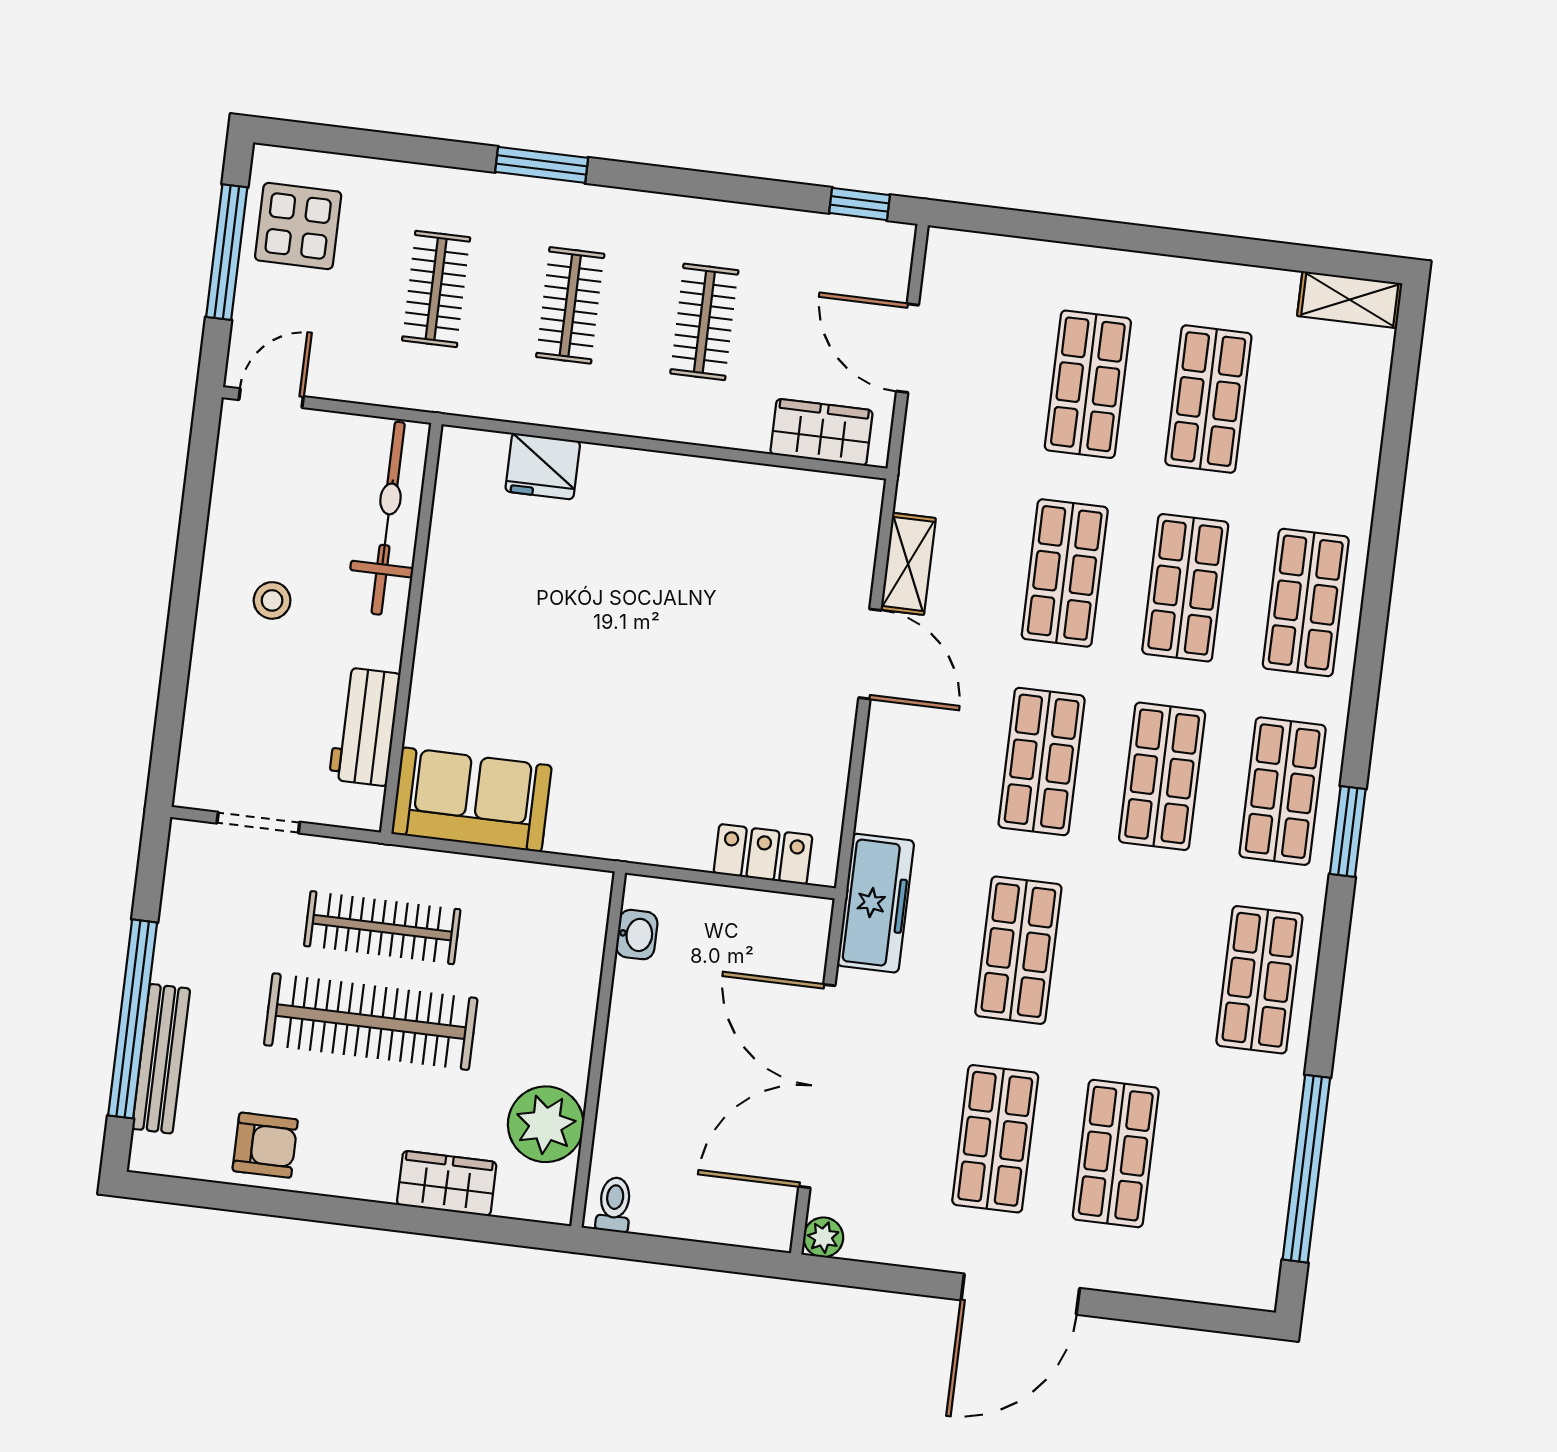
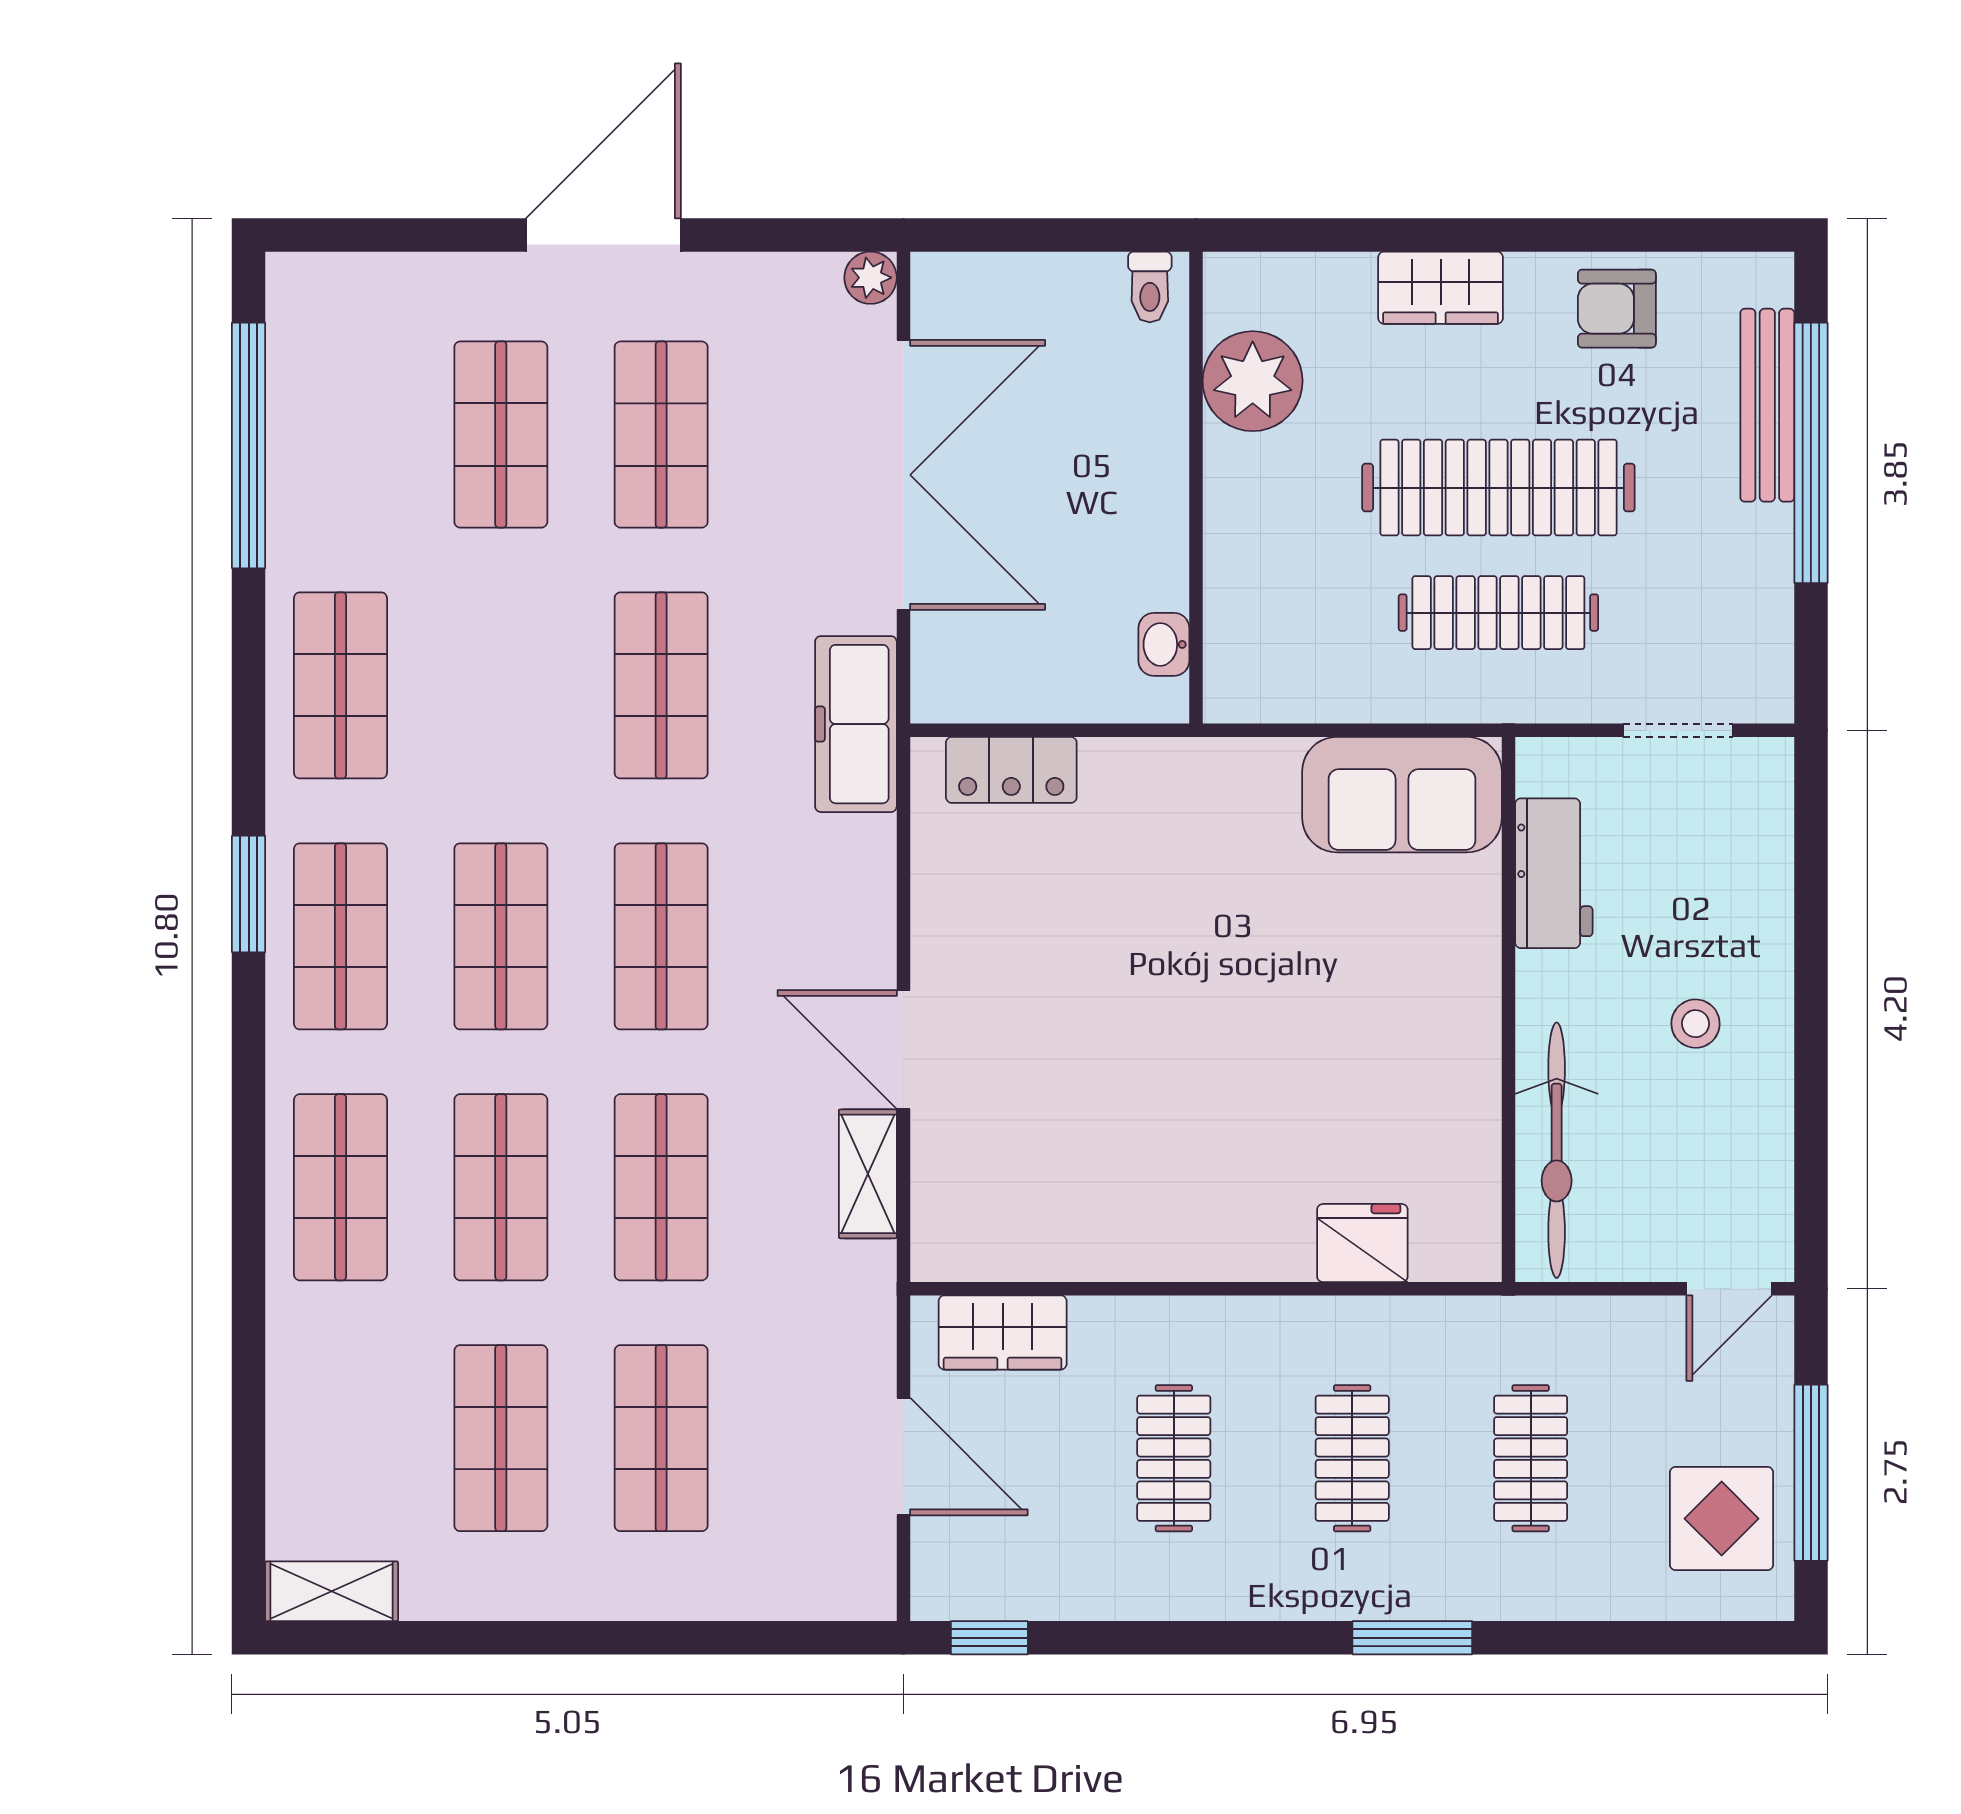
wardrobe: (447, 1183) -> (1441, 288), moved

